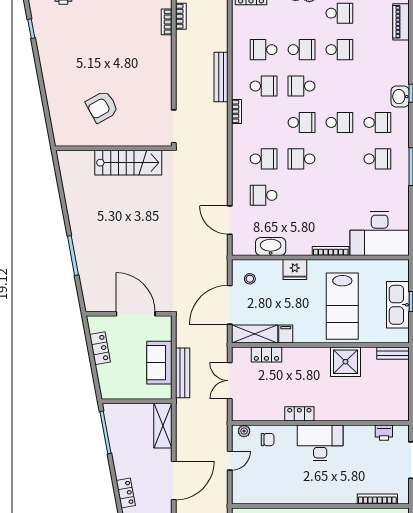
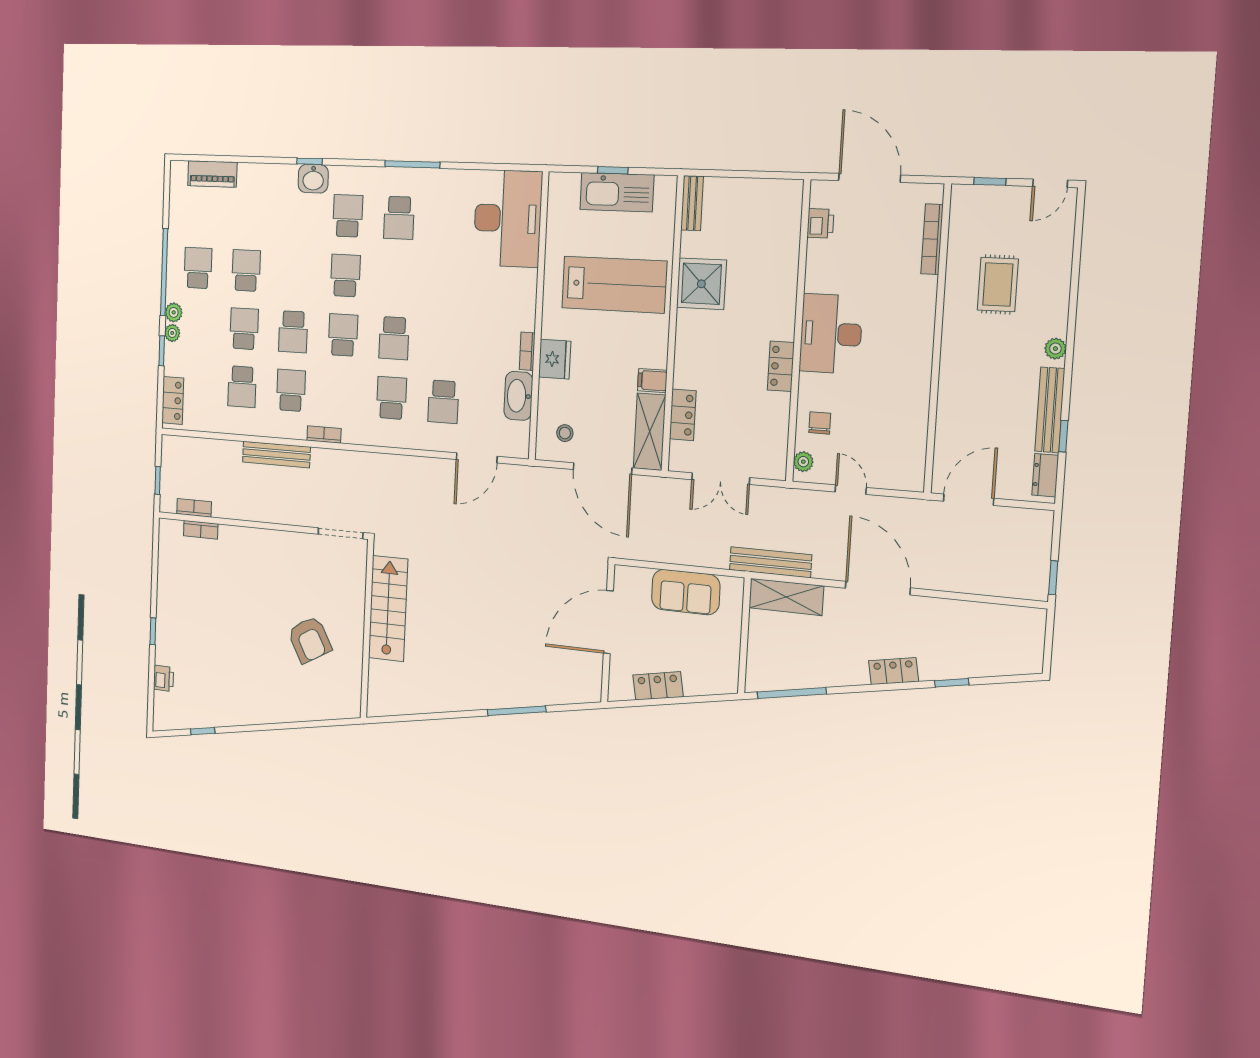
school desk: (377, 159) -> (399, 218), turned 180
bookcase: (331, 251) -> (527, 351), moved, width x0.64
bench: (183, 373) -> (770, 562), moved

